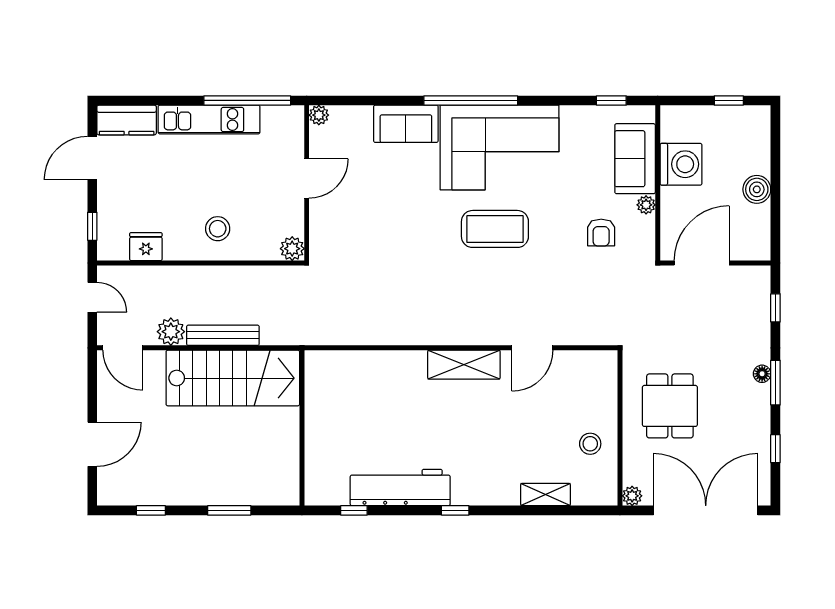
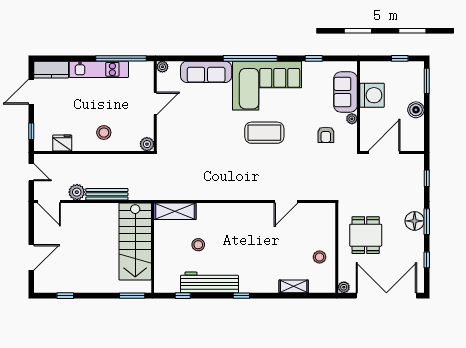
window: (611, 100) -> (314, 58), moved
sofa: (406, 124) -> (206, 72), width x1.36
window: (775, 140) -> (427, 81), added
shelving: (464, 365) -> (175, 211), moved
floor lamp: (762, 374) -> (415, 221), width x1.89, depth x1.89
stairs: (233, 378) -> (135, 242), moved, turned 90
stool: (381, 422) -> (198, 245), added
window: (229, 510) -> (132, 296), moved

